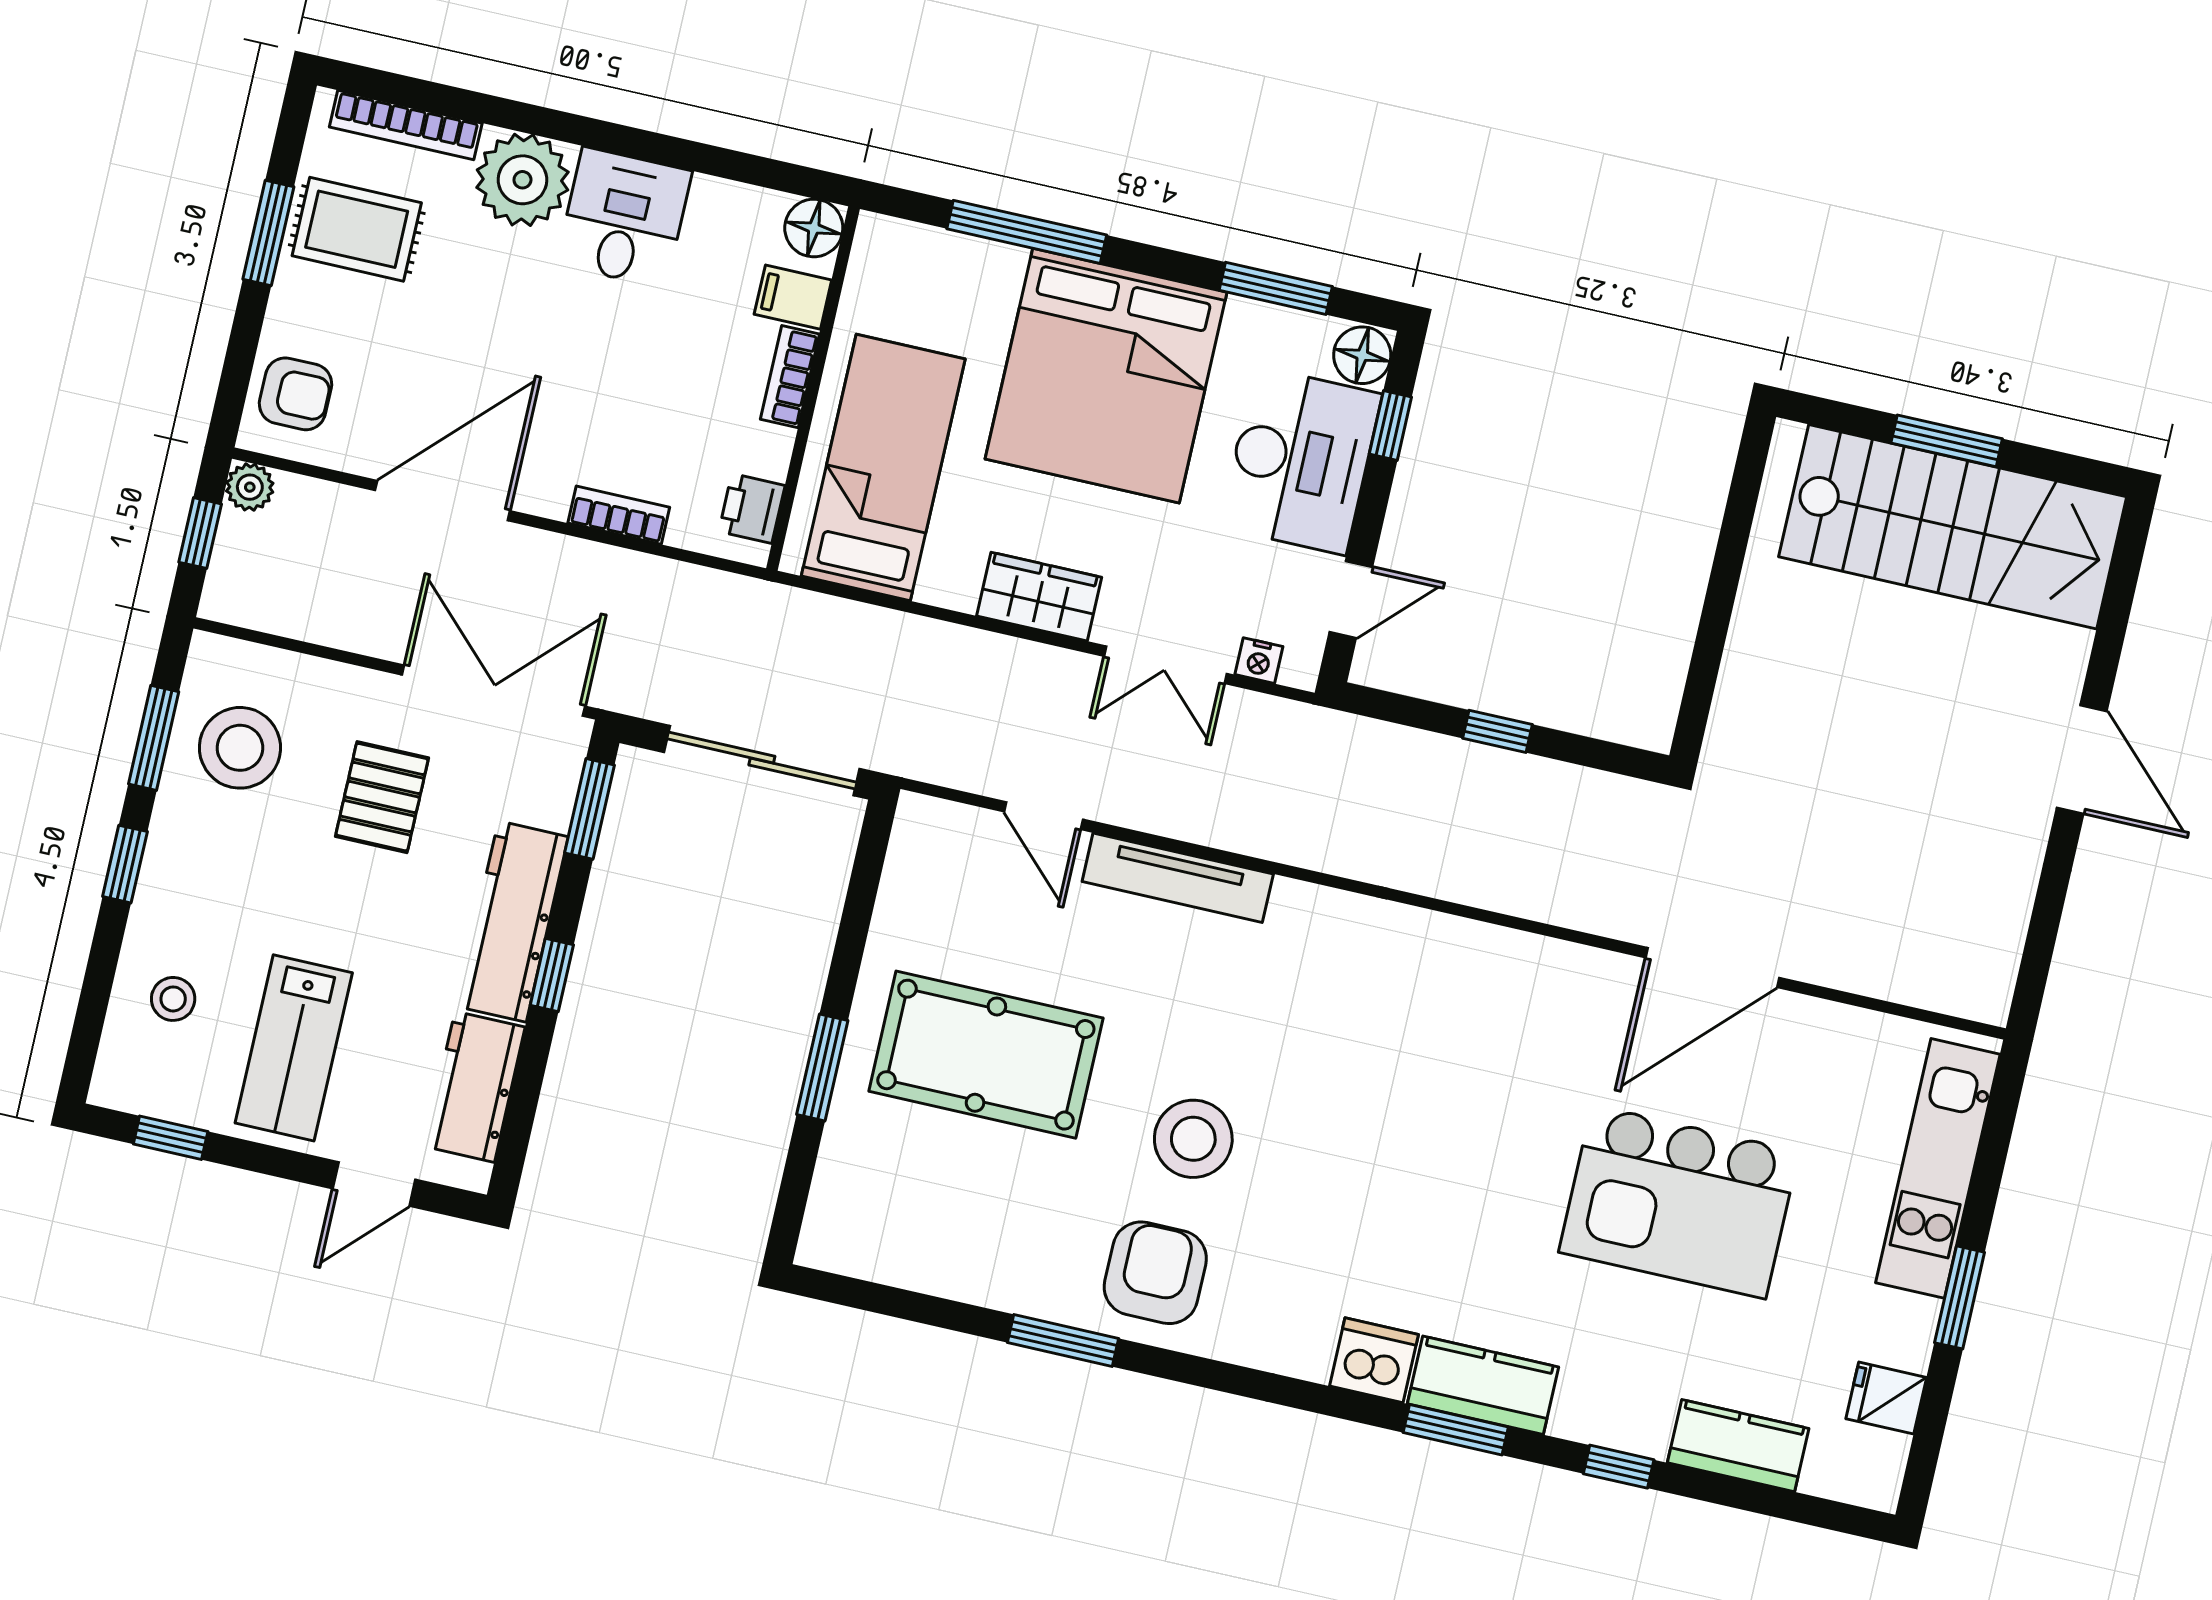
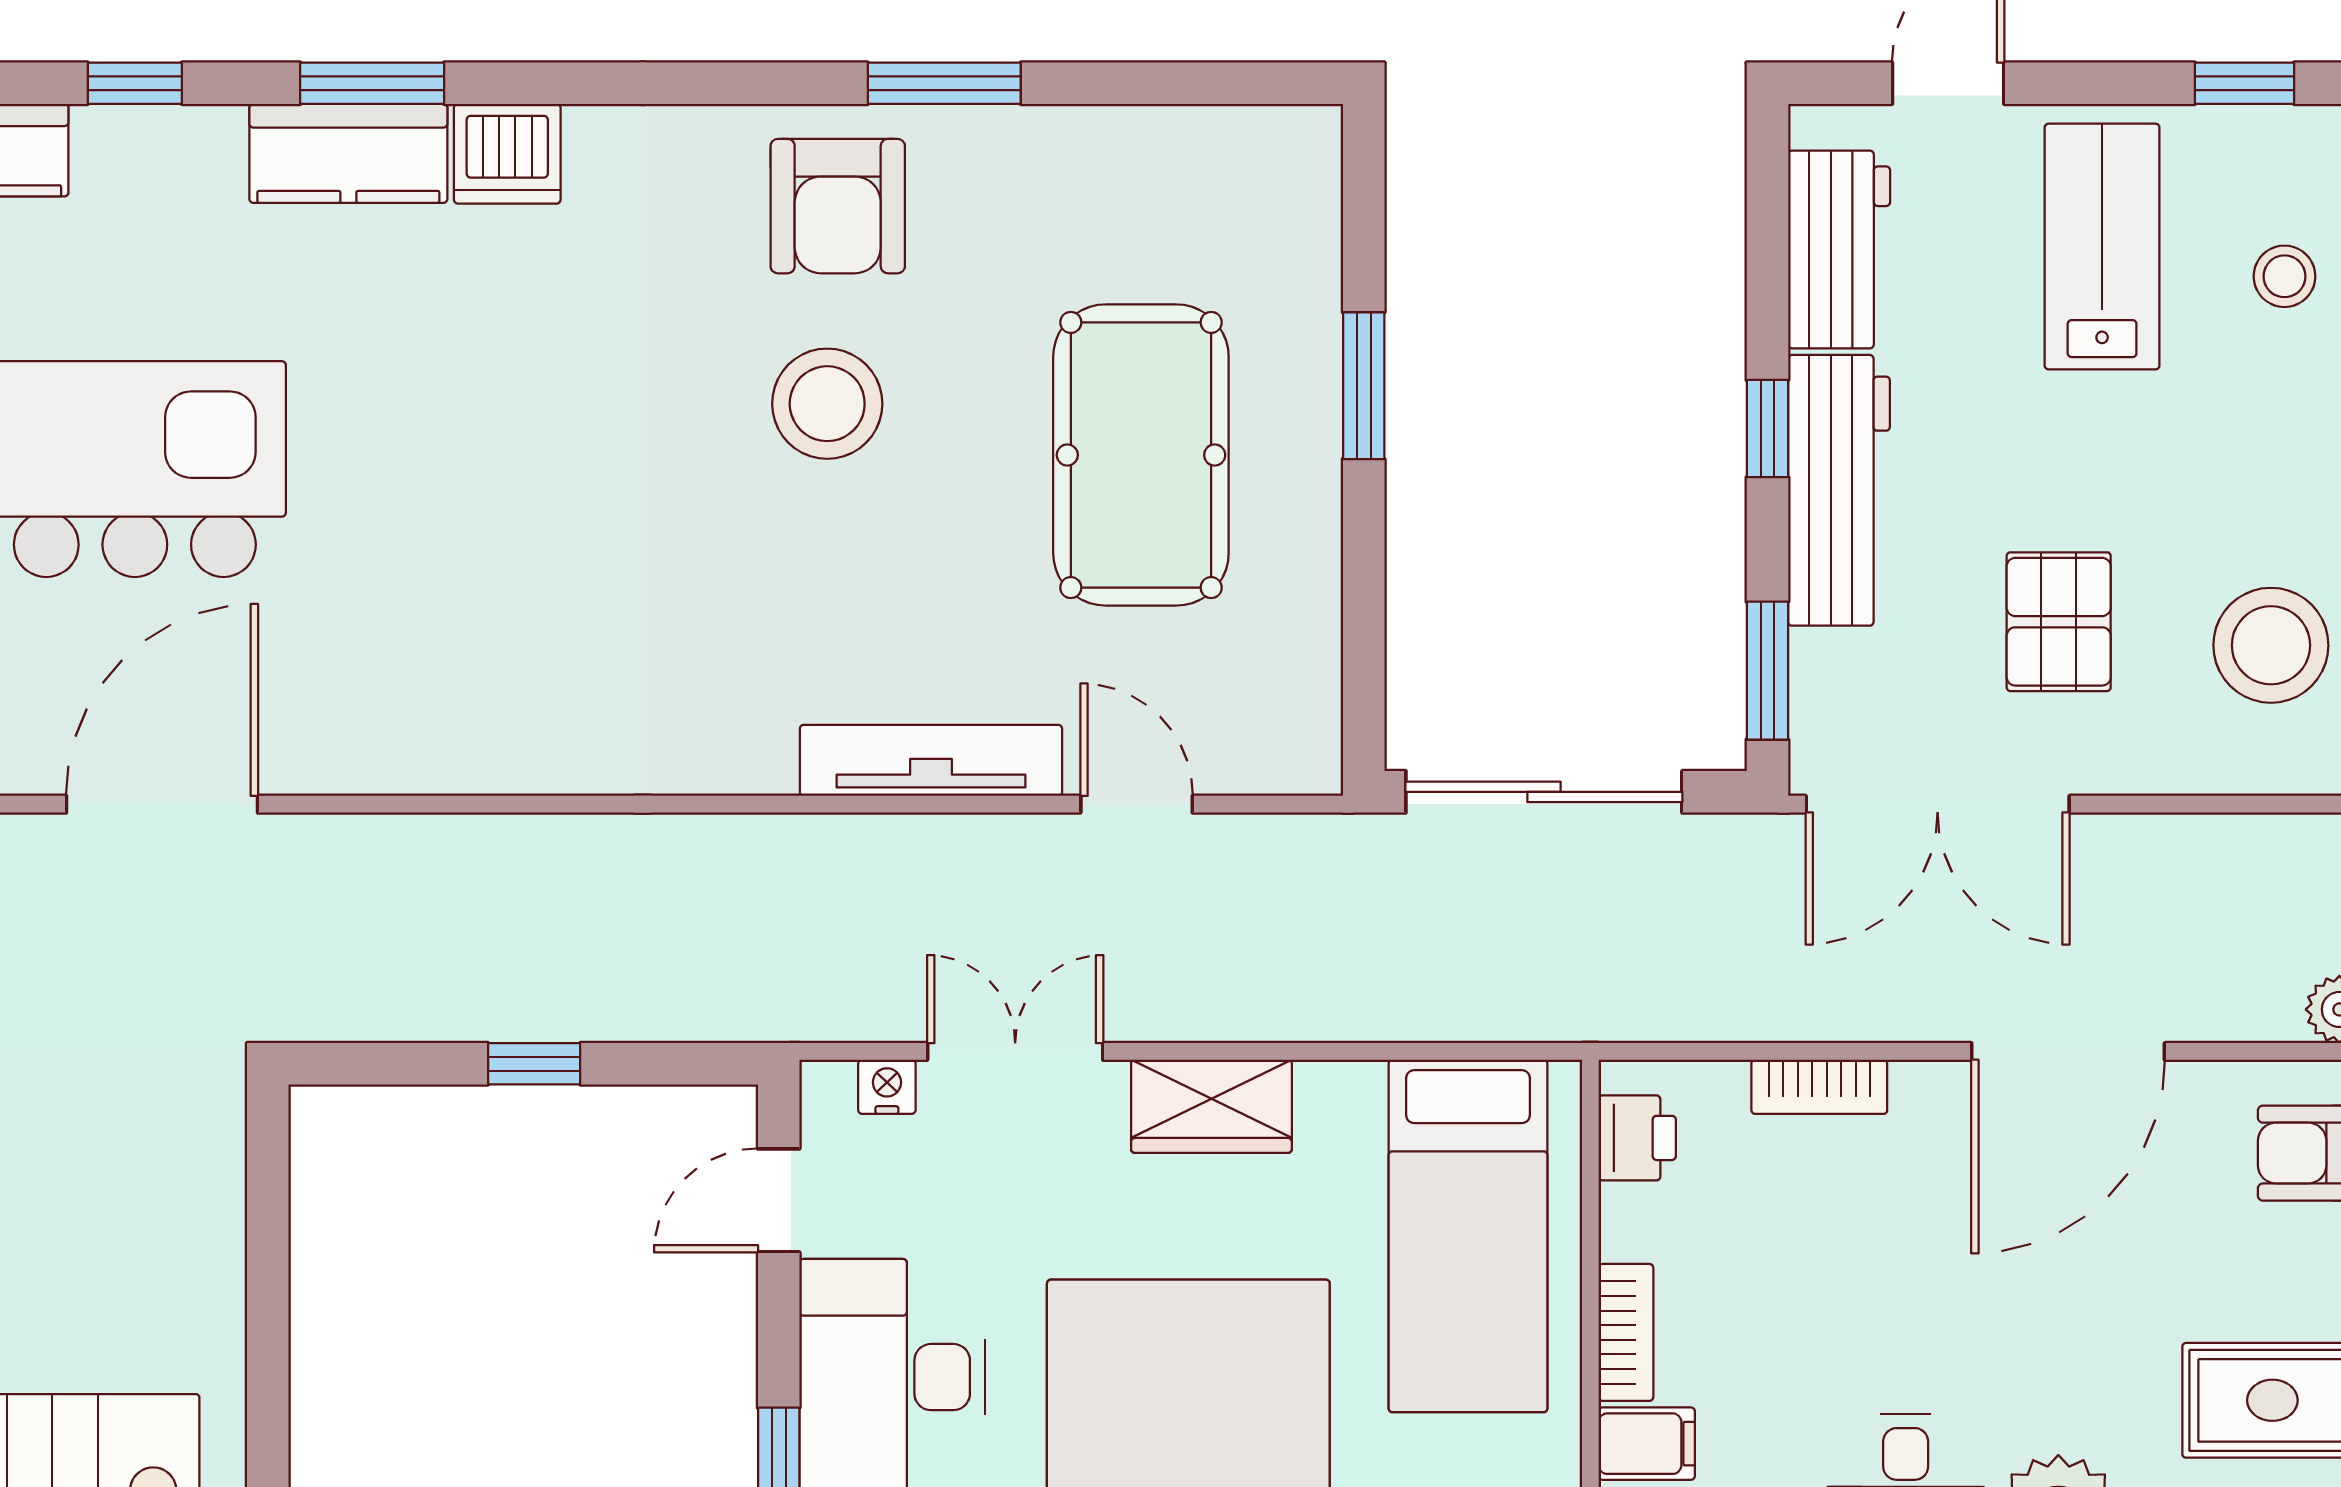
pool table: (986, 1055) -> (1141, 455), turned 90

